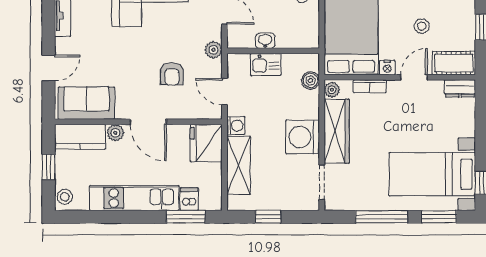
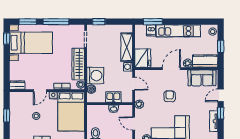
window: (49, 32) -> (221, 113), added
cot: (454, 63) -> (20, 98), removed
armchair: (172, 74) -> (170, 96), moved
door: (148, 122) -> (171, 69), hinge flipped
washing machine: (303, 137) -> (95, 76), moved
window: (268, 217) -> (99, 22), moved

